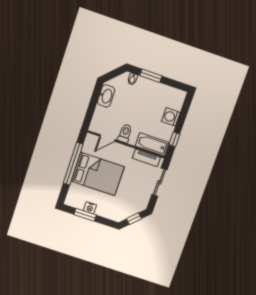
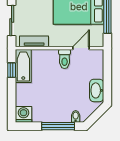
window: (151, 76) -> (58, 126), width x1.44
washing machine: (171, 117) -> (23, 114), moved, turned -90
bathtub: (152, 144) -> (23, 66), moved, turned -90

